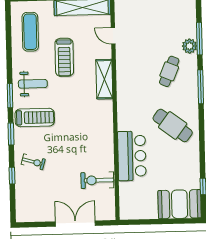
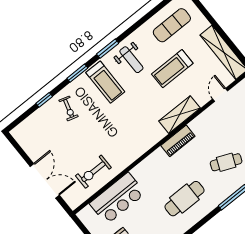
piano: (124, 96) -> (178, 141), added
cafe table: (173, 125) -> (184, 199), turned 53
bar counter: (132, 156) -> (117, 198), moved
exercise bike: (97, 180) -> (93, 172), turned -90

